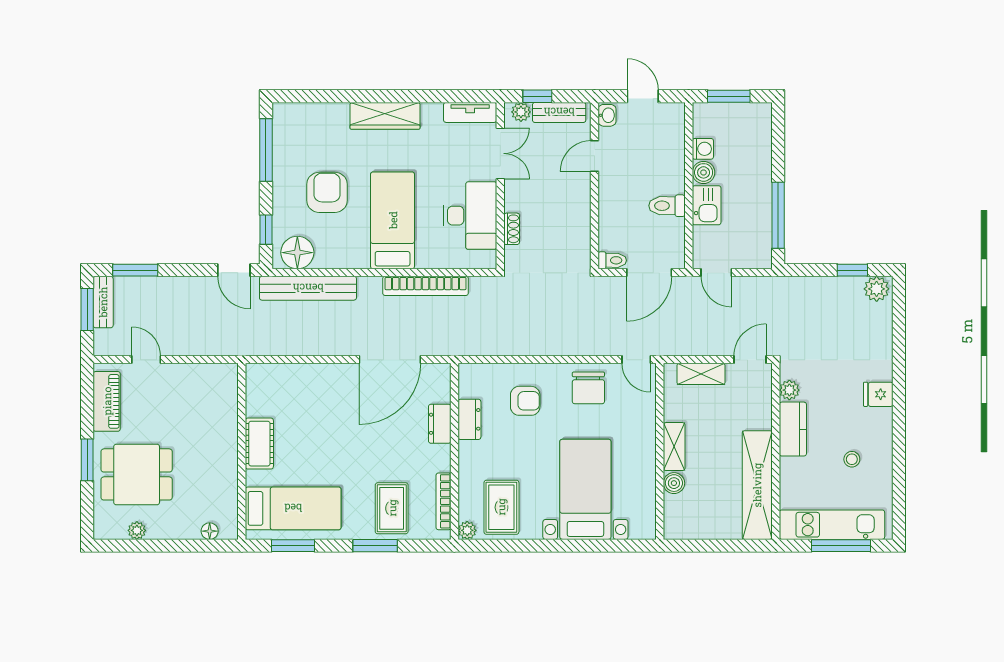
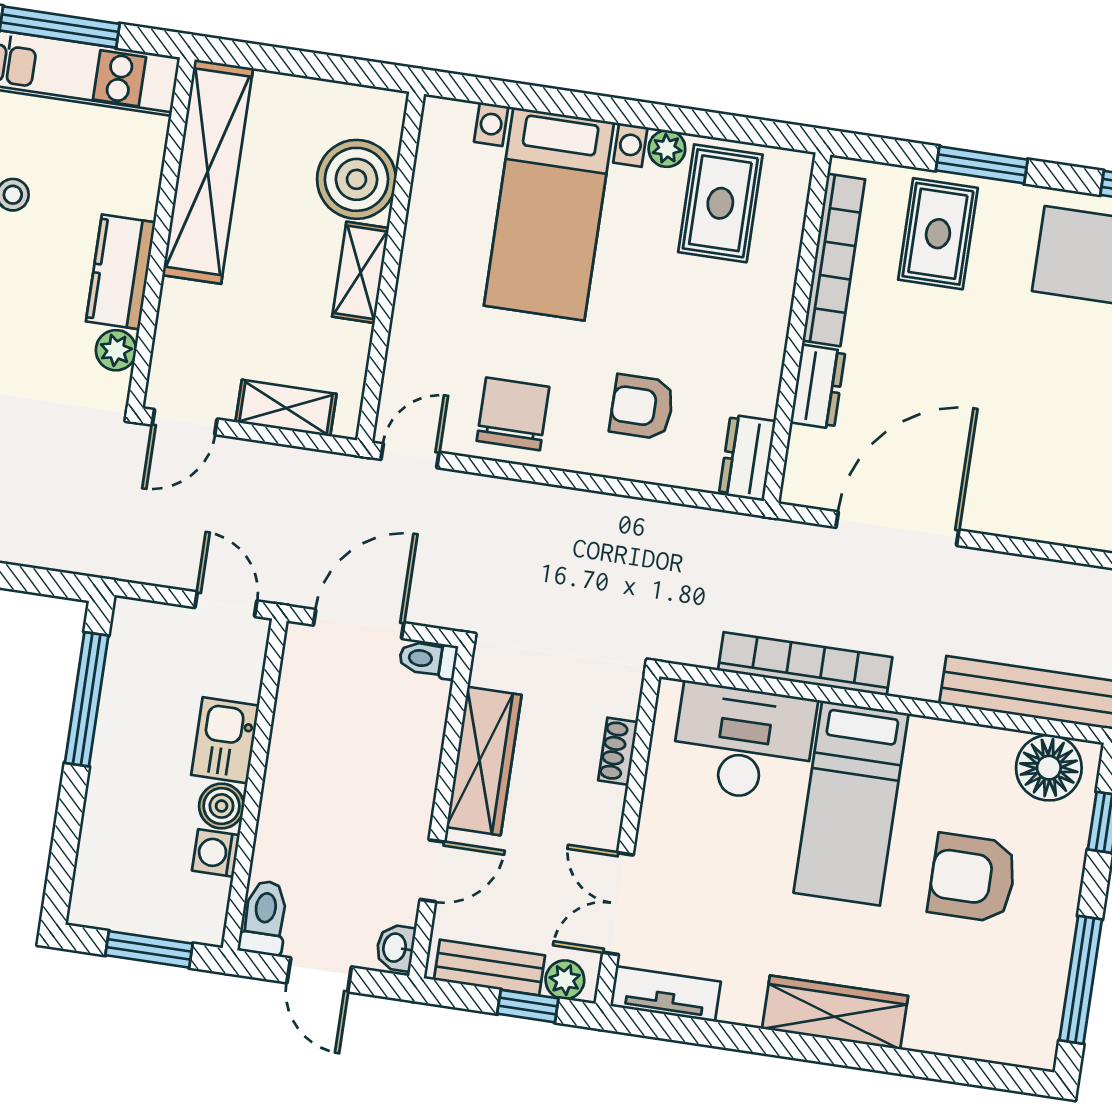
armchair: (327, 192) -> (972, 878), turned 90
toilet: (667, 206) -> (264, 918), moved, turned -90
wardrobe: (577, 214) -> (484, 761), added
desk: (470, 216) -> (743, 743), moved, turned 90
door: (636, 360) -> (410, 456), hinge flipped
dresser: (469, 419) -> (747, 458), moved
boiler: (674, 483) -> (357, 179), width x1.86, depth x1.86
bookcase: (443, 501) -> (834, 260), width x1.48, depth x1.31
plant: (467, 530) -> (667, 149), moved

